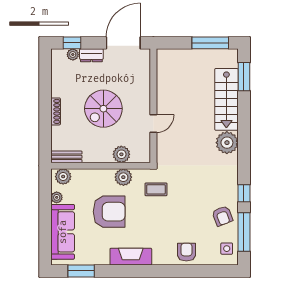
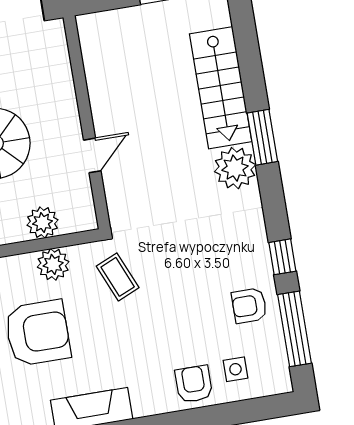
window: (244, 77) -> (262, 137), moved
coffee table: (156, 189) -> (118, 277), turned 67
armchair: (222, 216) -> (249, 306), turned 111
side table: (227, 249) -> (235, 369), moved

